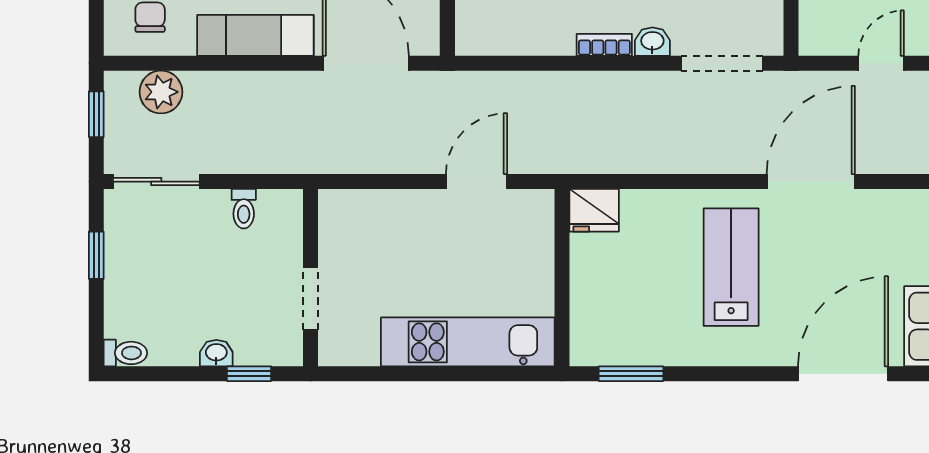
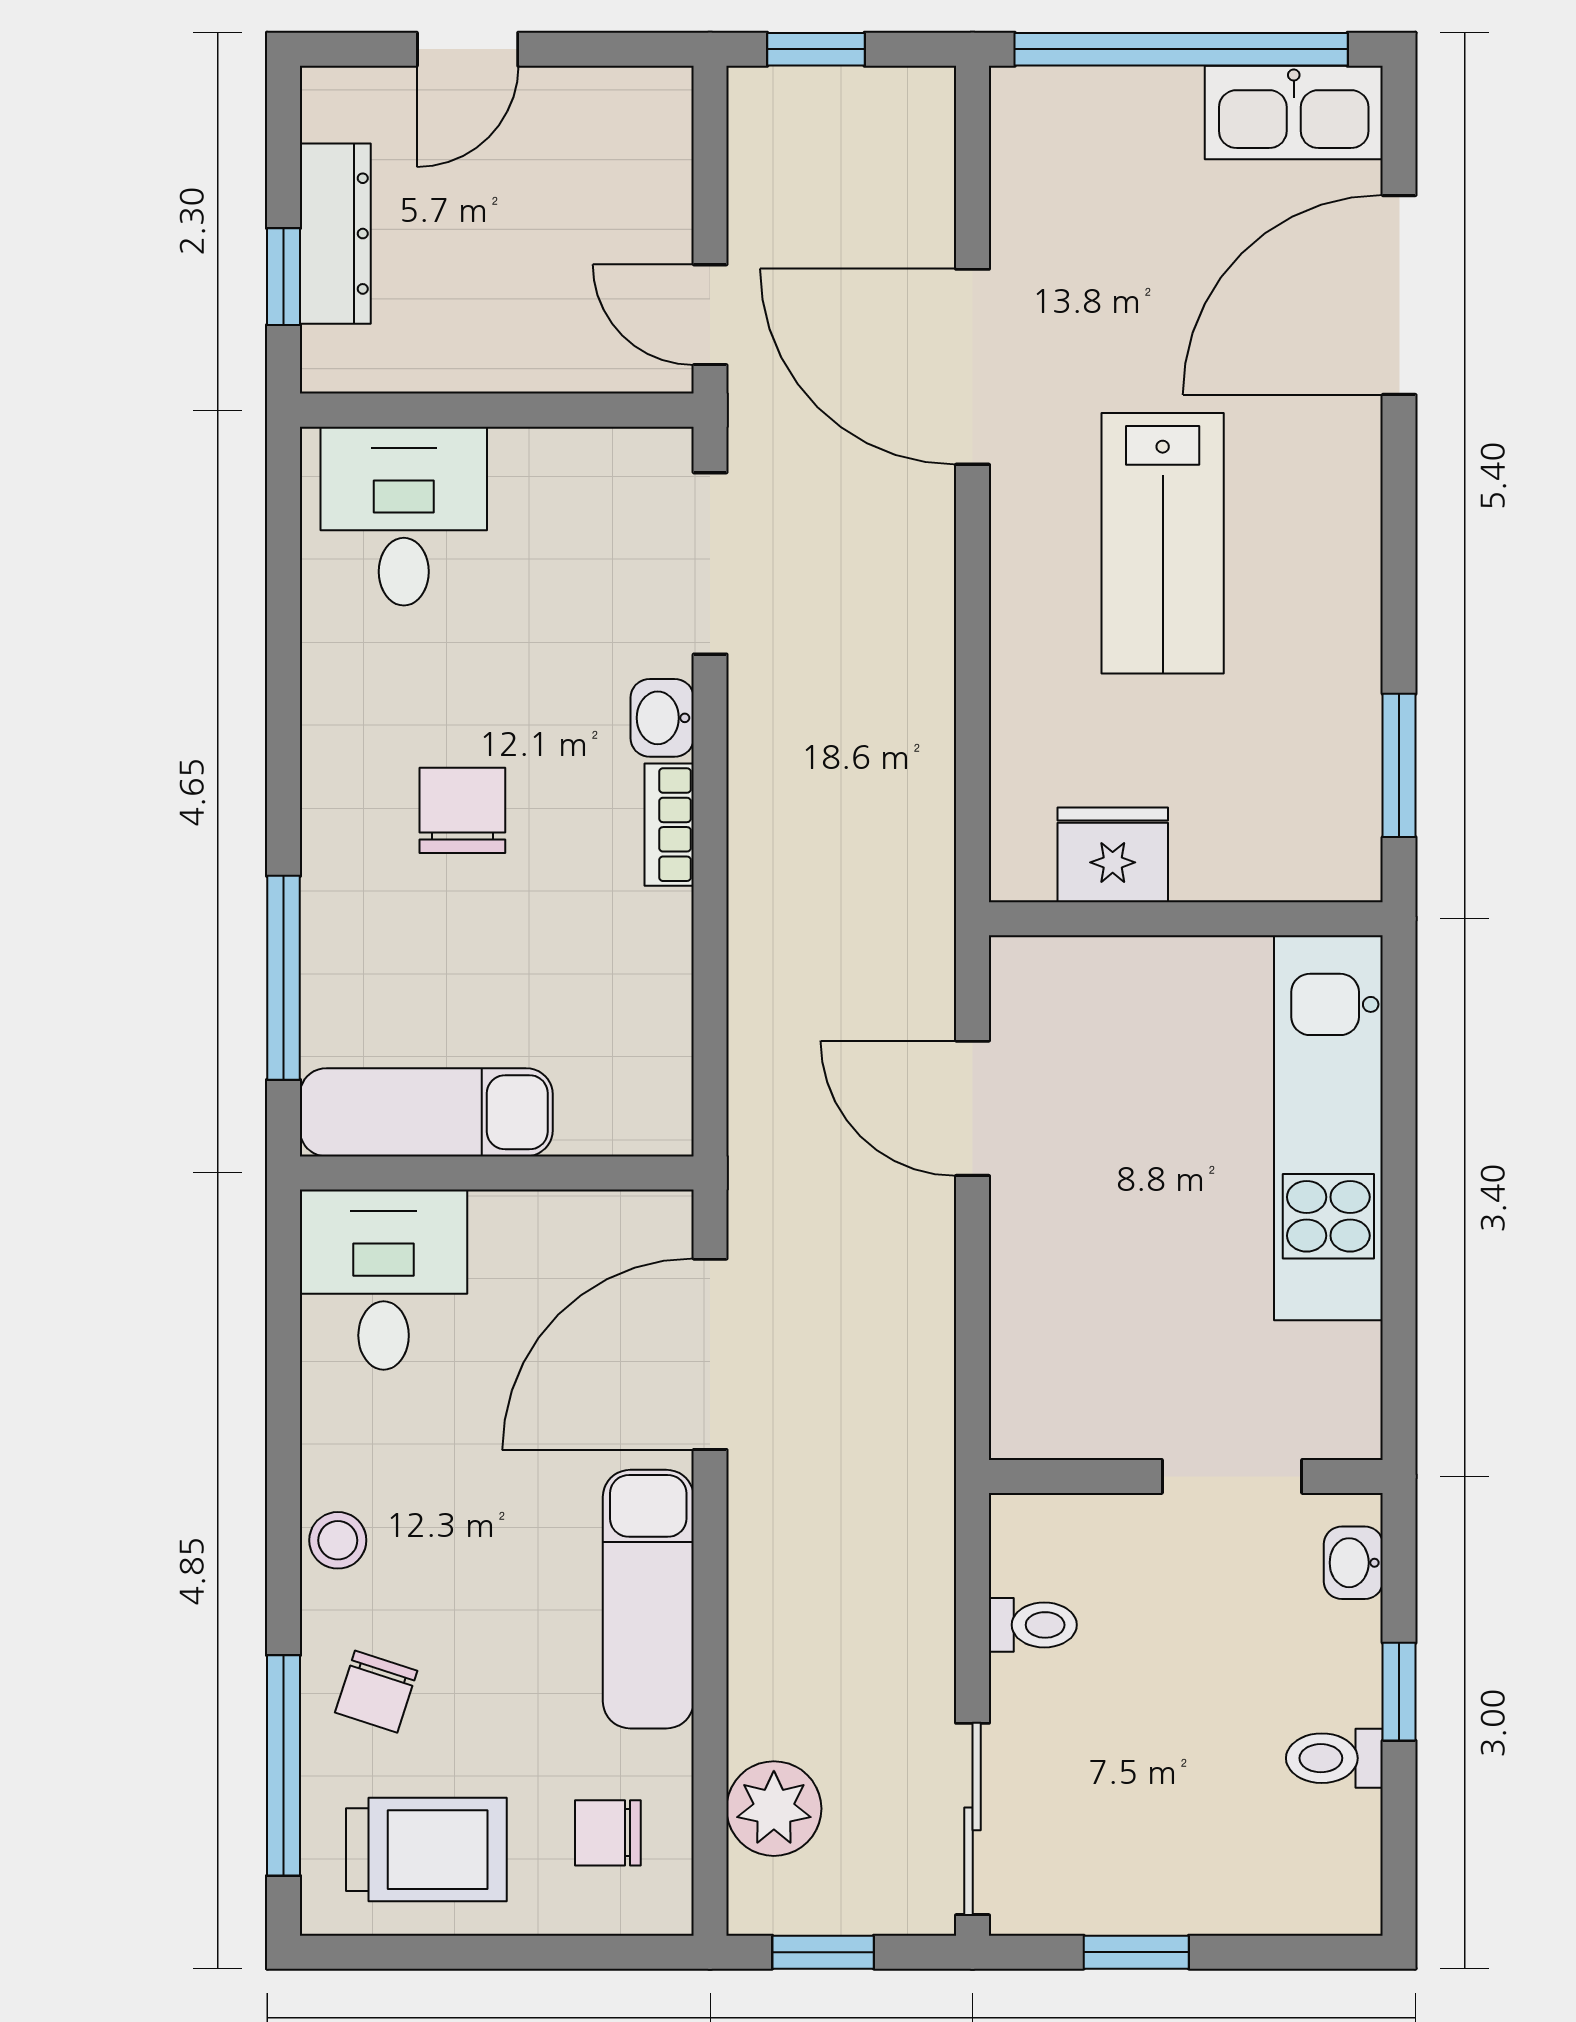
door: (881, 63) -> (710, 315), moved
fridge: (594, 210) -> (1113, 855), moved, turned -90
lab bench: (731, 267) -> (1163, 543), turned -90
toilet: (125, 353) -> (1334, 1758), moved, turned -90
washbasin: (216, 353) -> (1353, 1563), moved
window: (249, 374) -> (1399, 1692), moved
door: (843, 374) -> (1399, 295), hinge flipped

